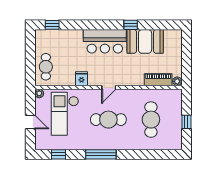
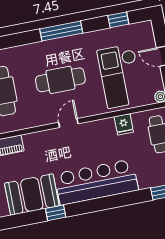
bar counter: (105, 41) -> (96, 182), width x1.36
fridge: (81, 79) -> (124, 124), moved
checkout: (65, 114) -> (120, 76), turned 180

